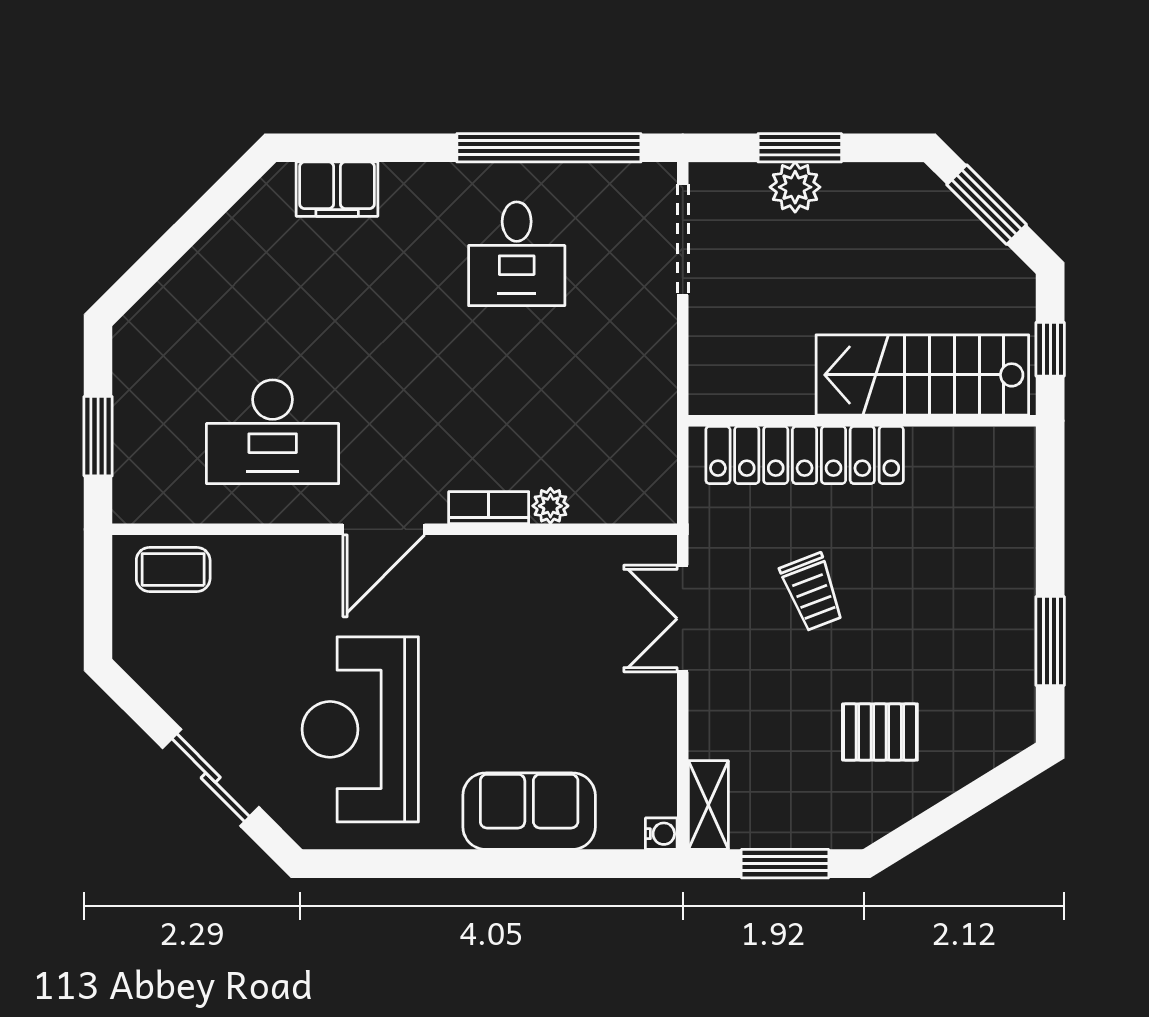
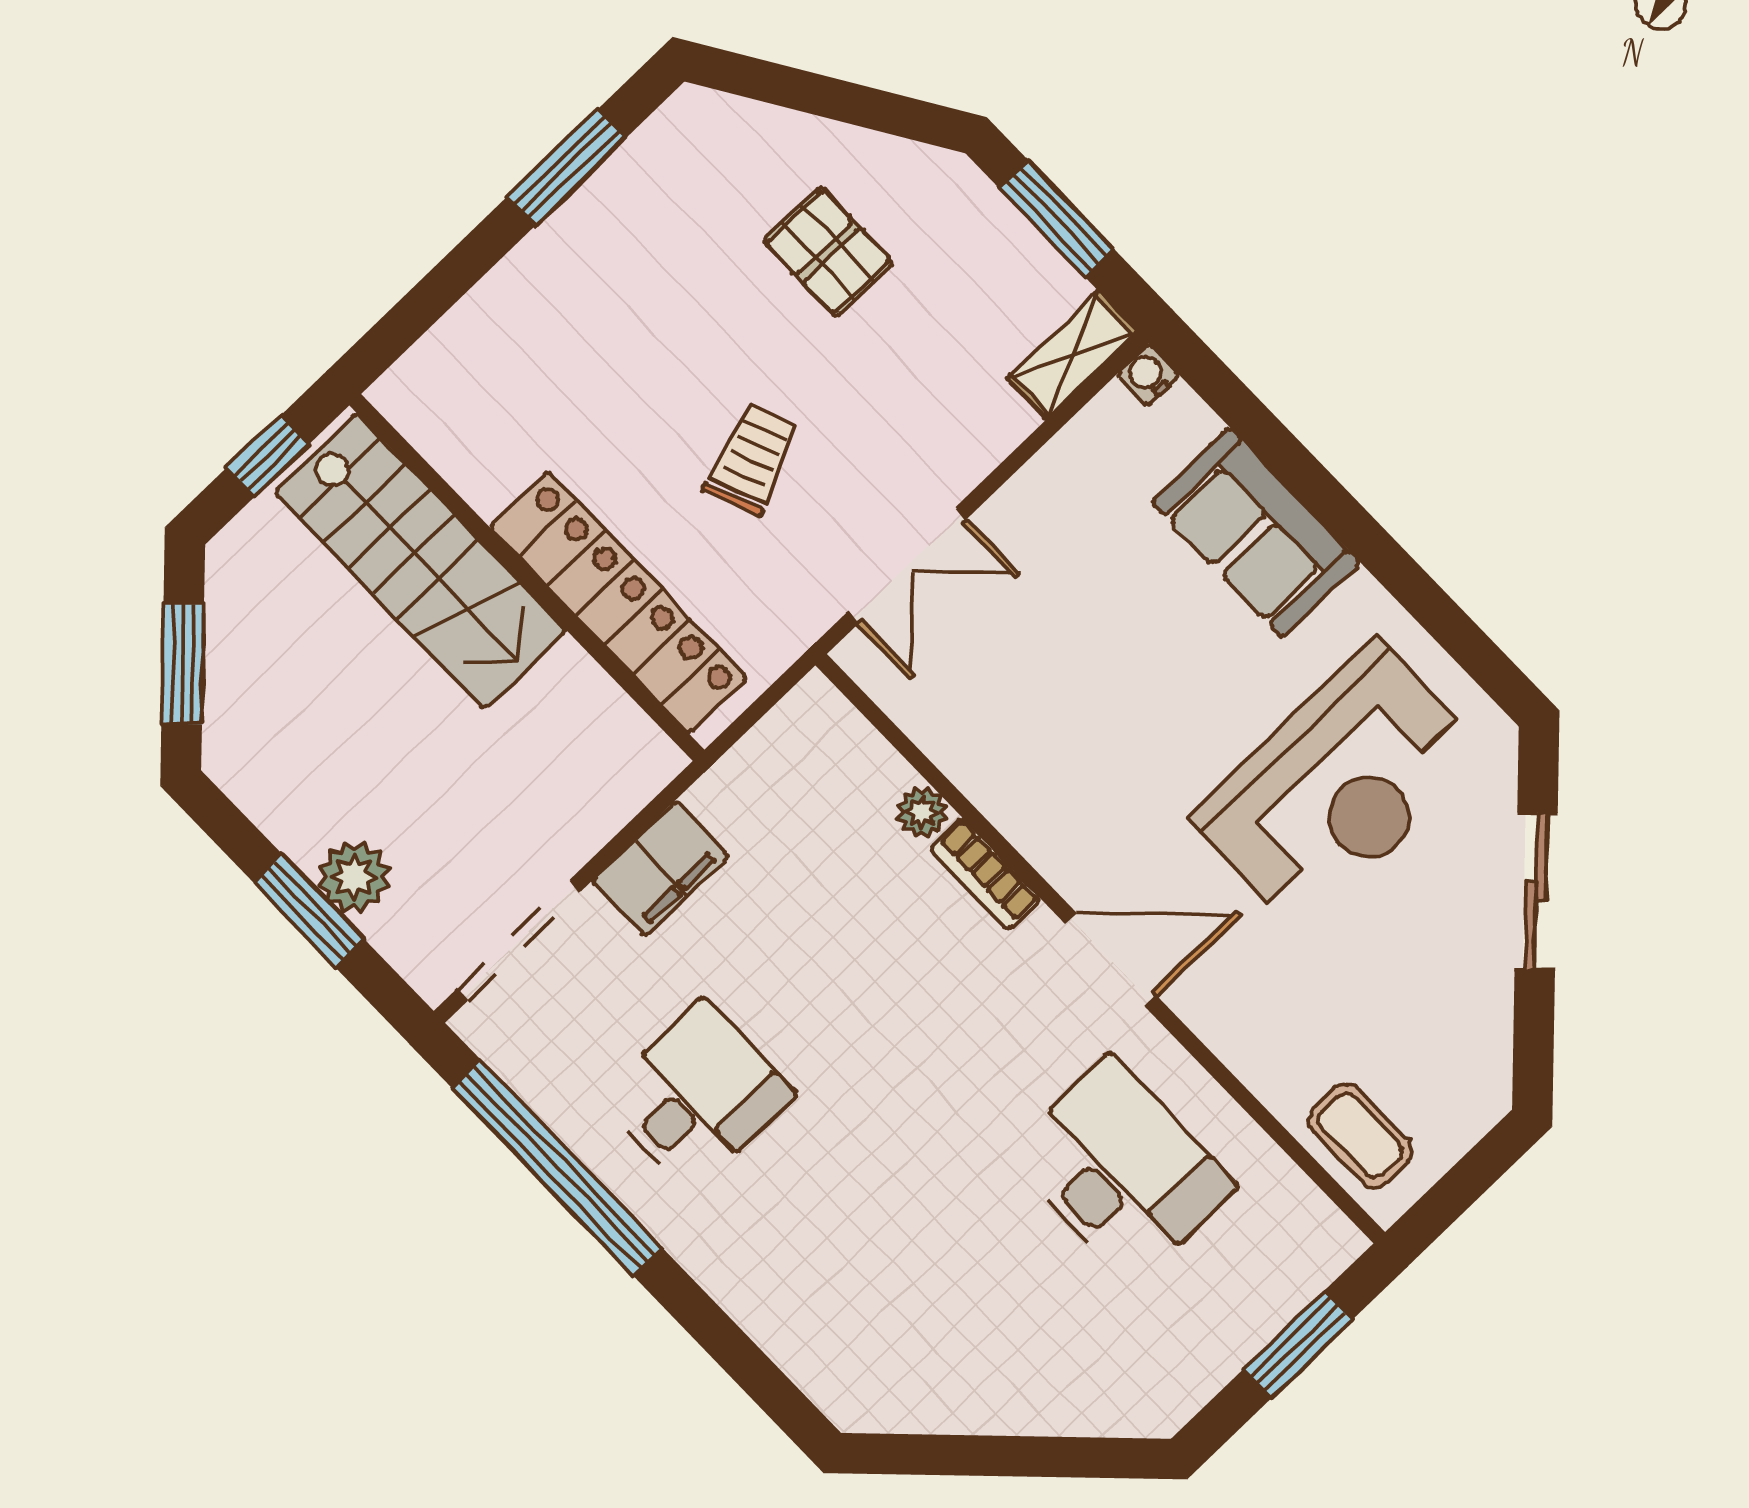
filing cabinet: (337, 189) -> (660, 868), moved, turned 90

